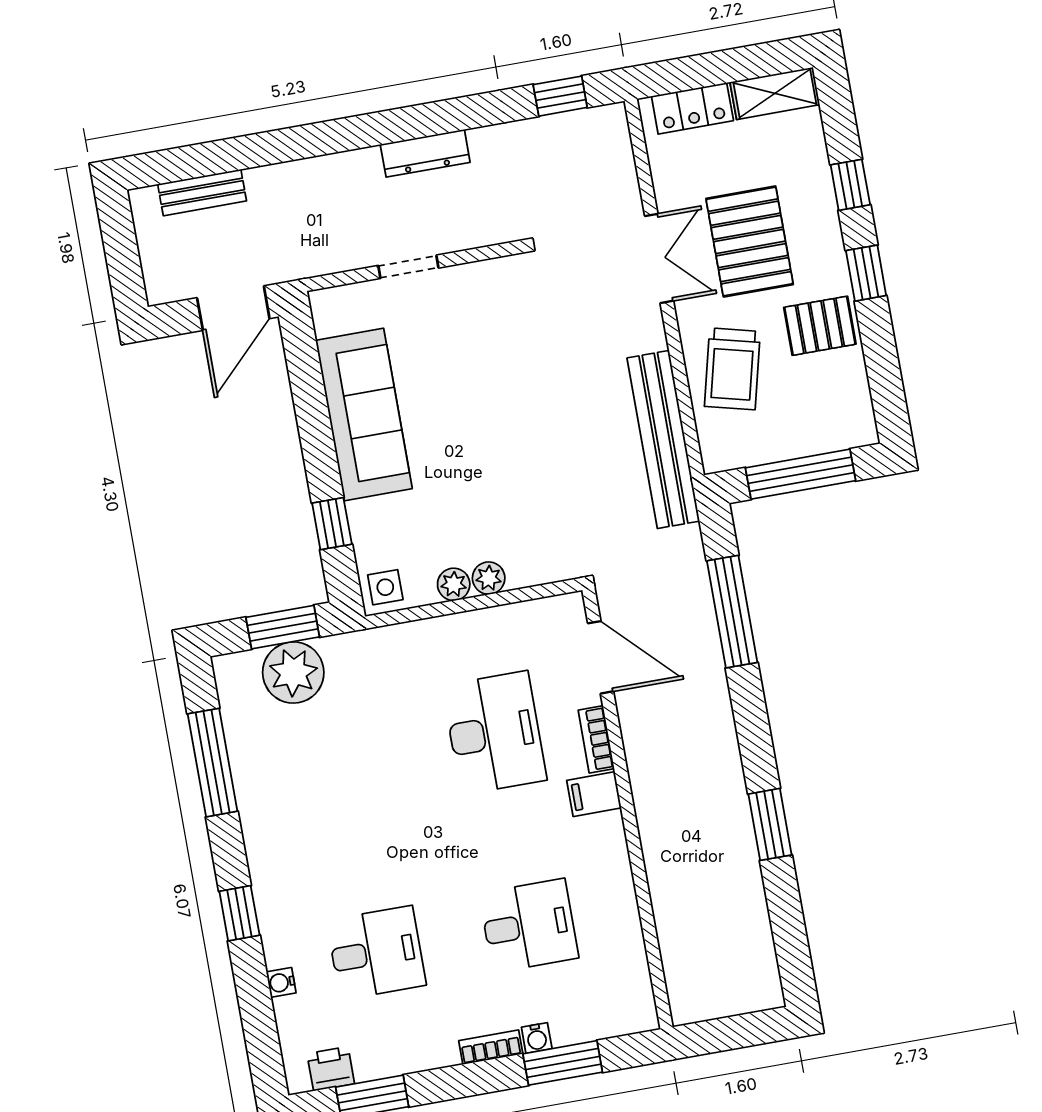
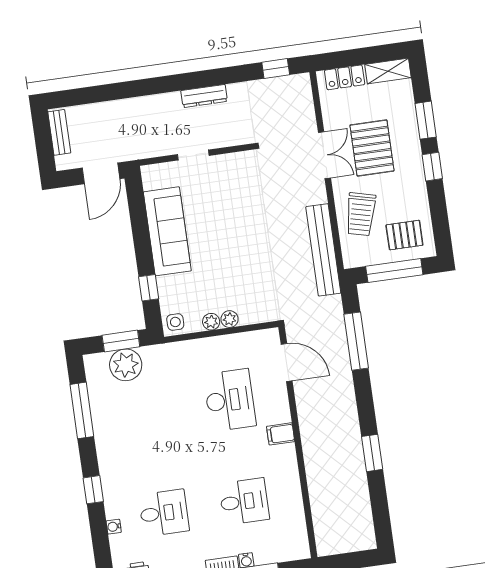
window: (850, 185) -> (426, 120), width x1.50
bench: (202, 192) -> (59, 132), moved, turned 90
pallet: (820, 326) -> (404, 235), moved
bookcase: (596, 739) -> (283, 405), removed

